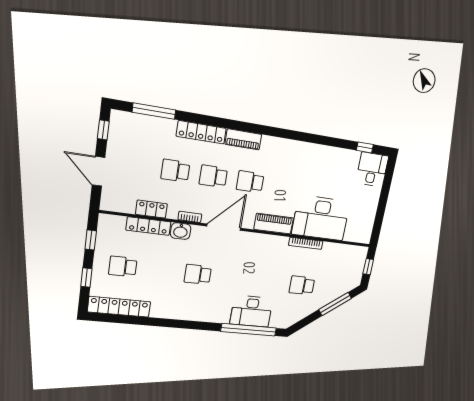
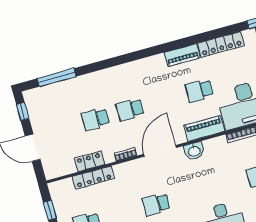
locker: (201, 132) -> (221, 44), moved
piano: (243, 139) -> (182, 55), moved
school desk: (250, 182) -> (199, 91), moved
washbasin: (181, 231) -> (194, 151), moved

